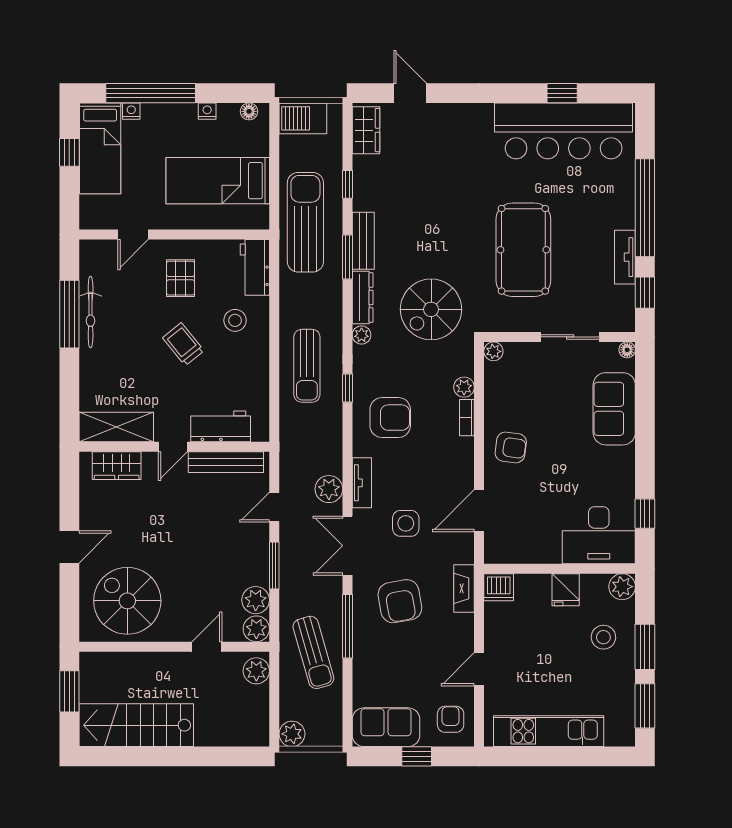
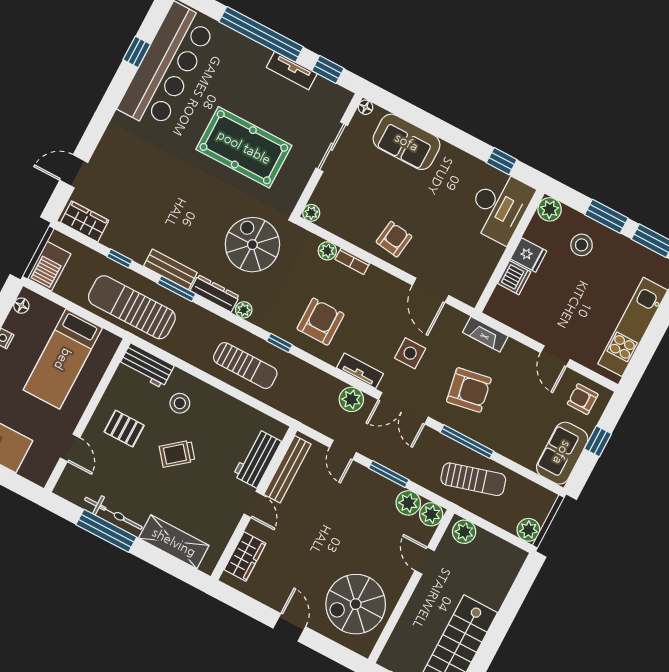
spiral stairs: (431, 309) -> (252, 245), turned 180
shelving: (116, 427) -> (174, 542), moved, turned 90
dishwasher: (499, 587) -> (514, 278), moved

